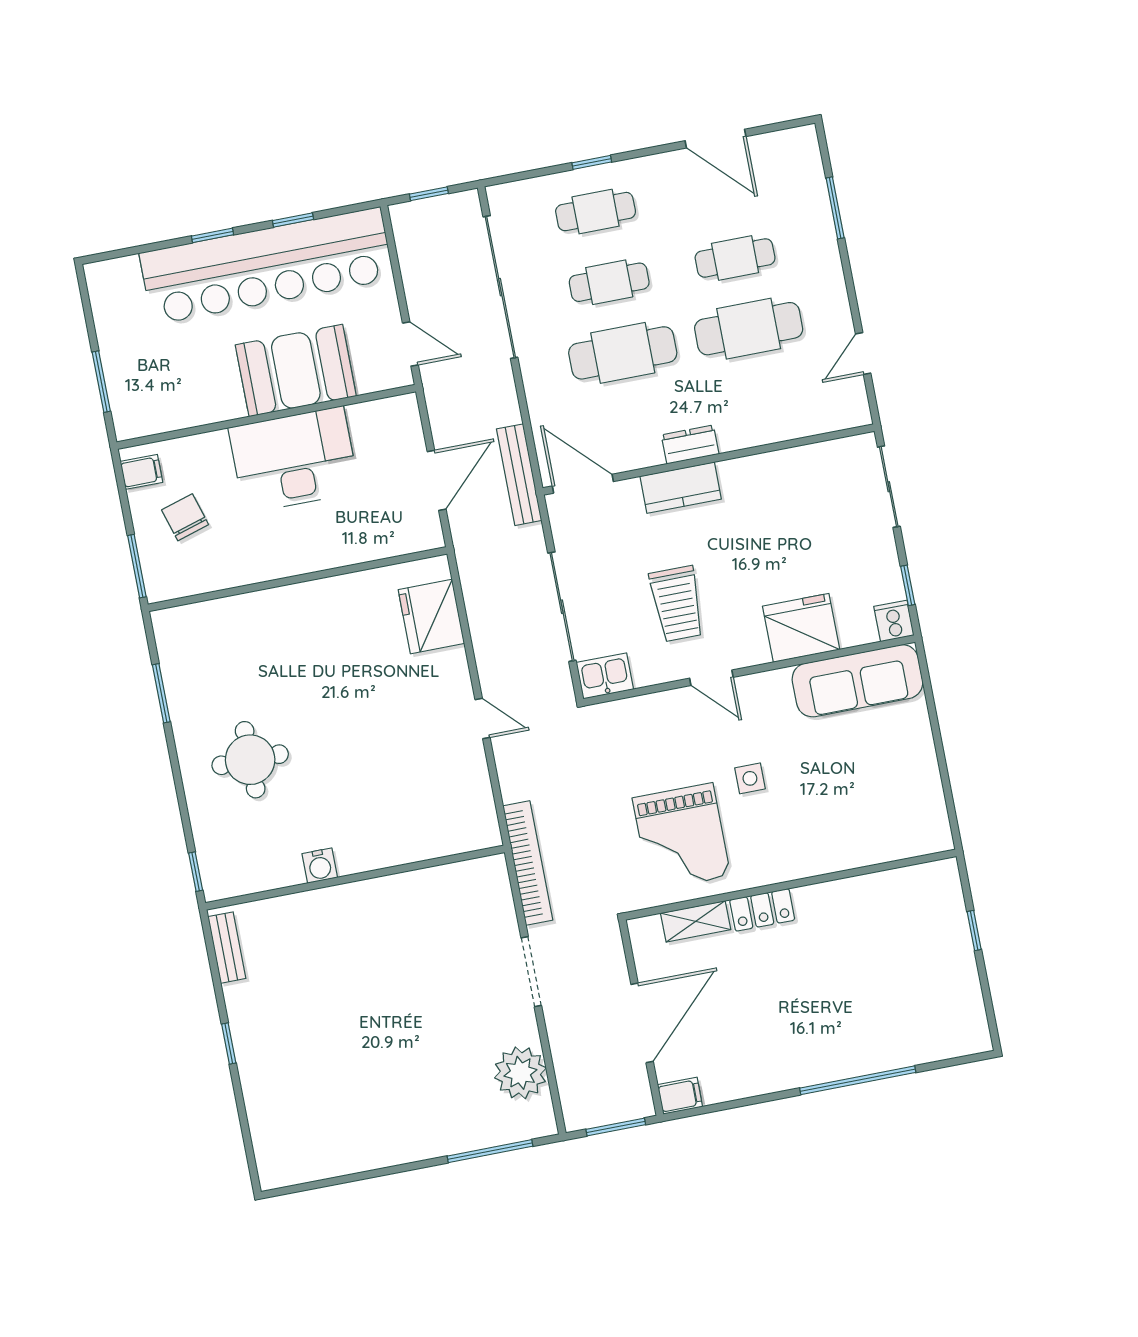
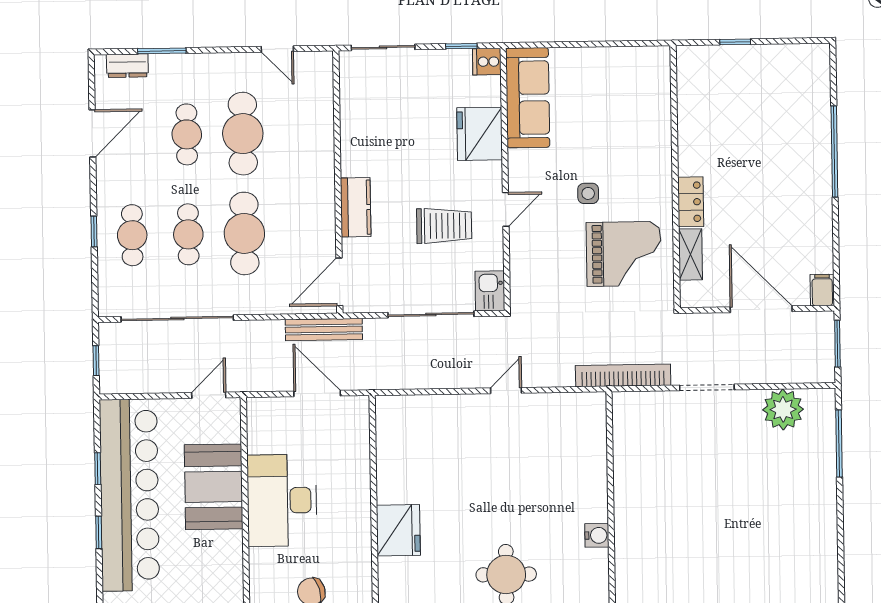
dresser: (690, 445) -> (127, 66), moved, turned -90
fridge: (431, 617) -> (398, 530), moved, turned -90

